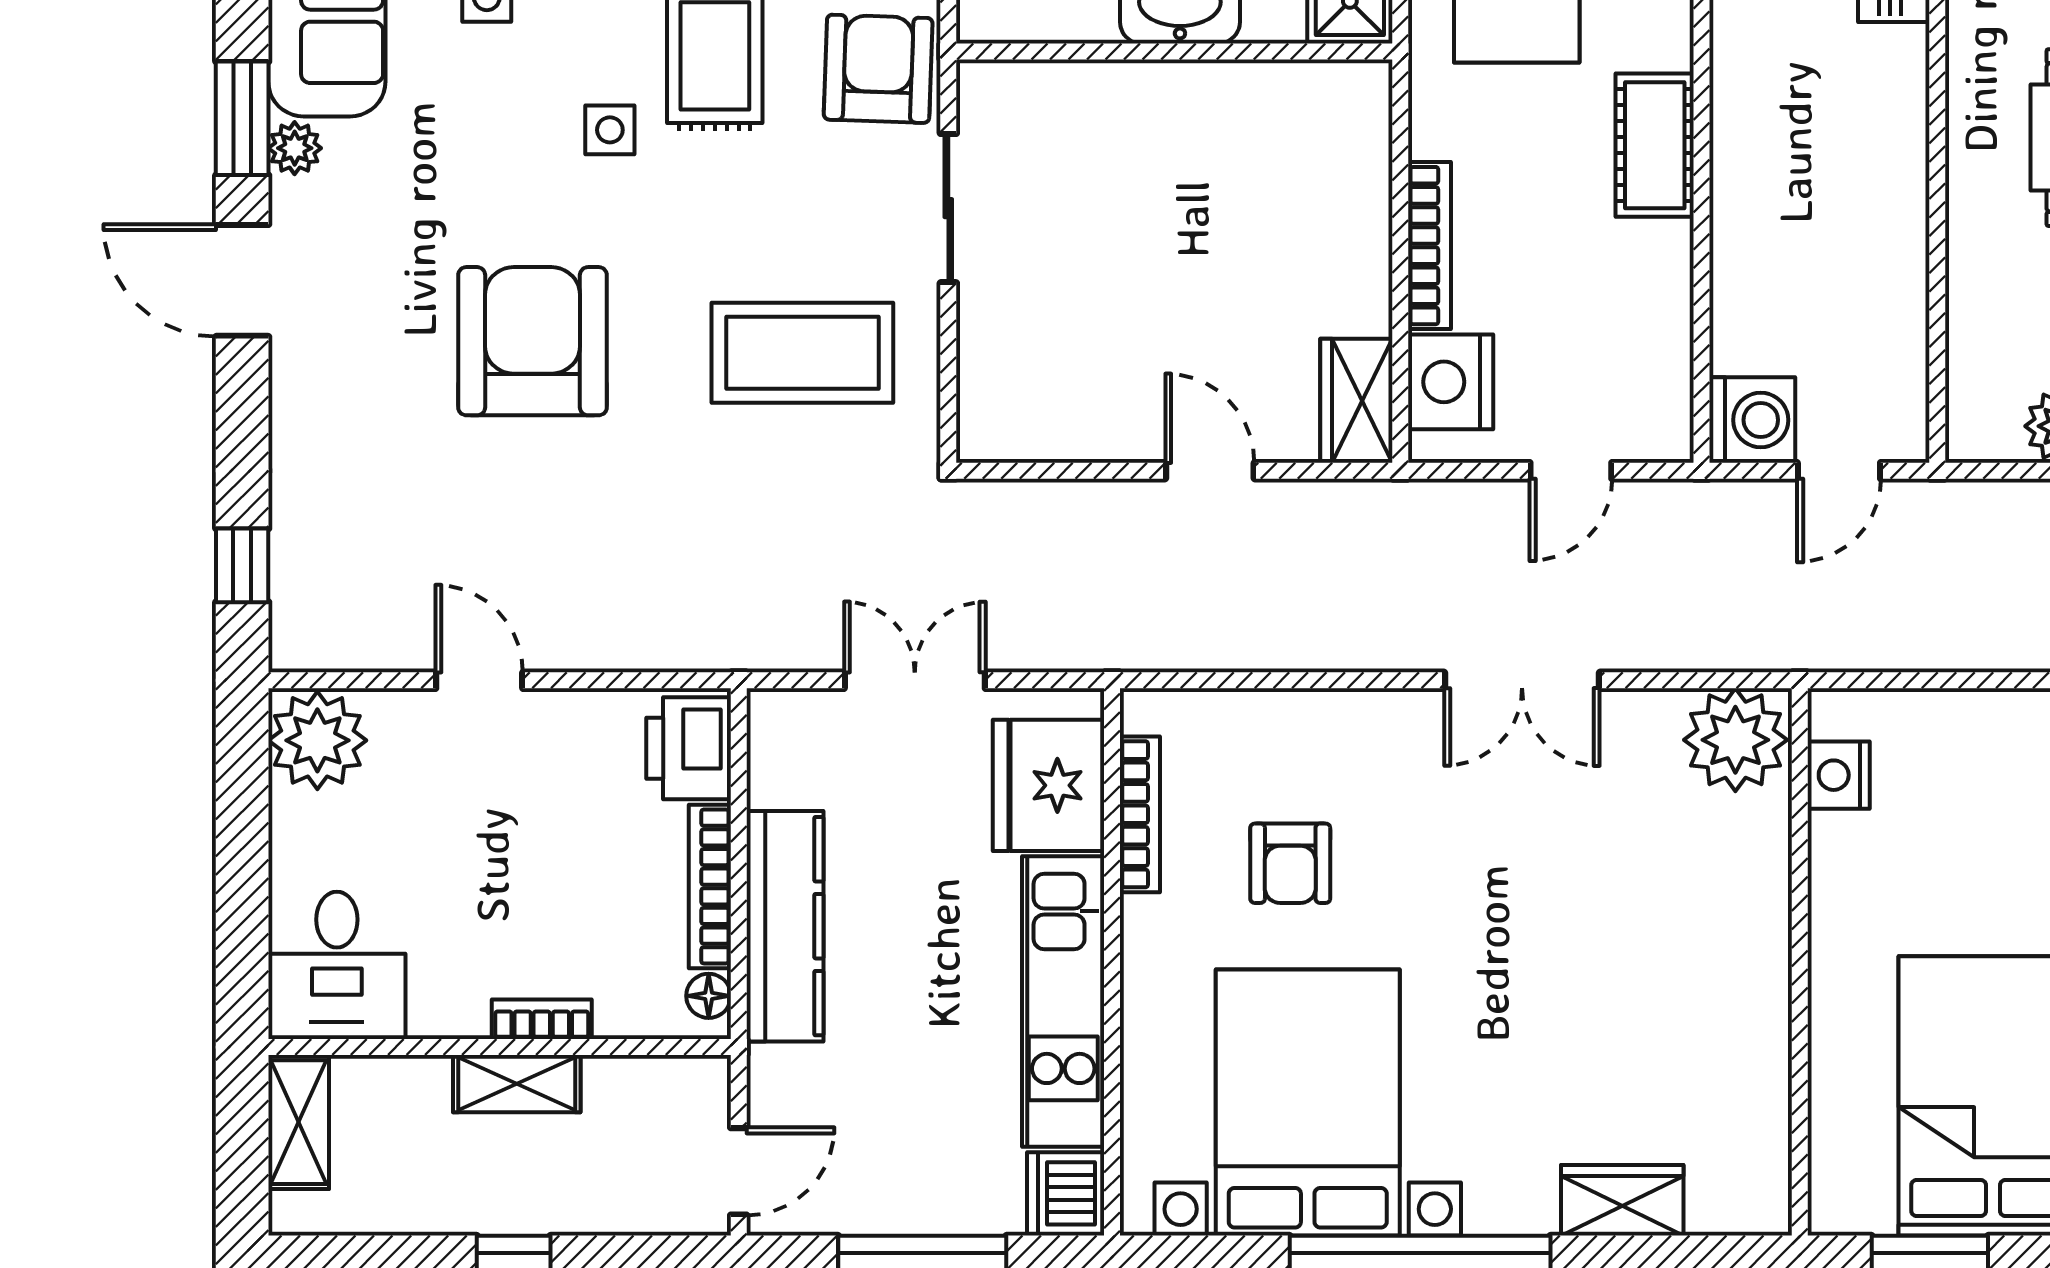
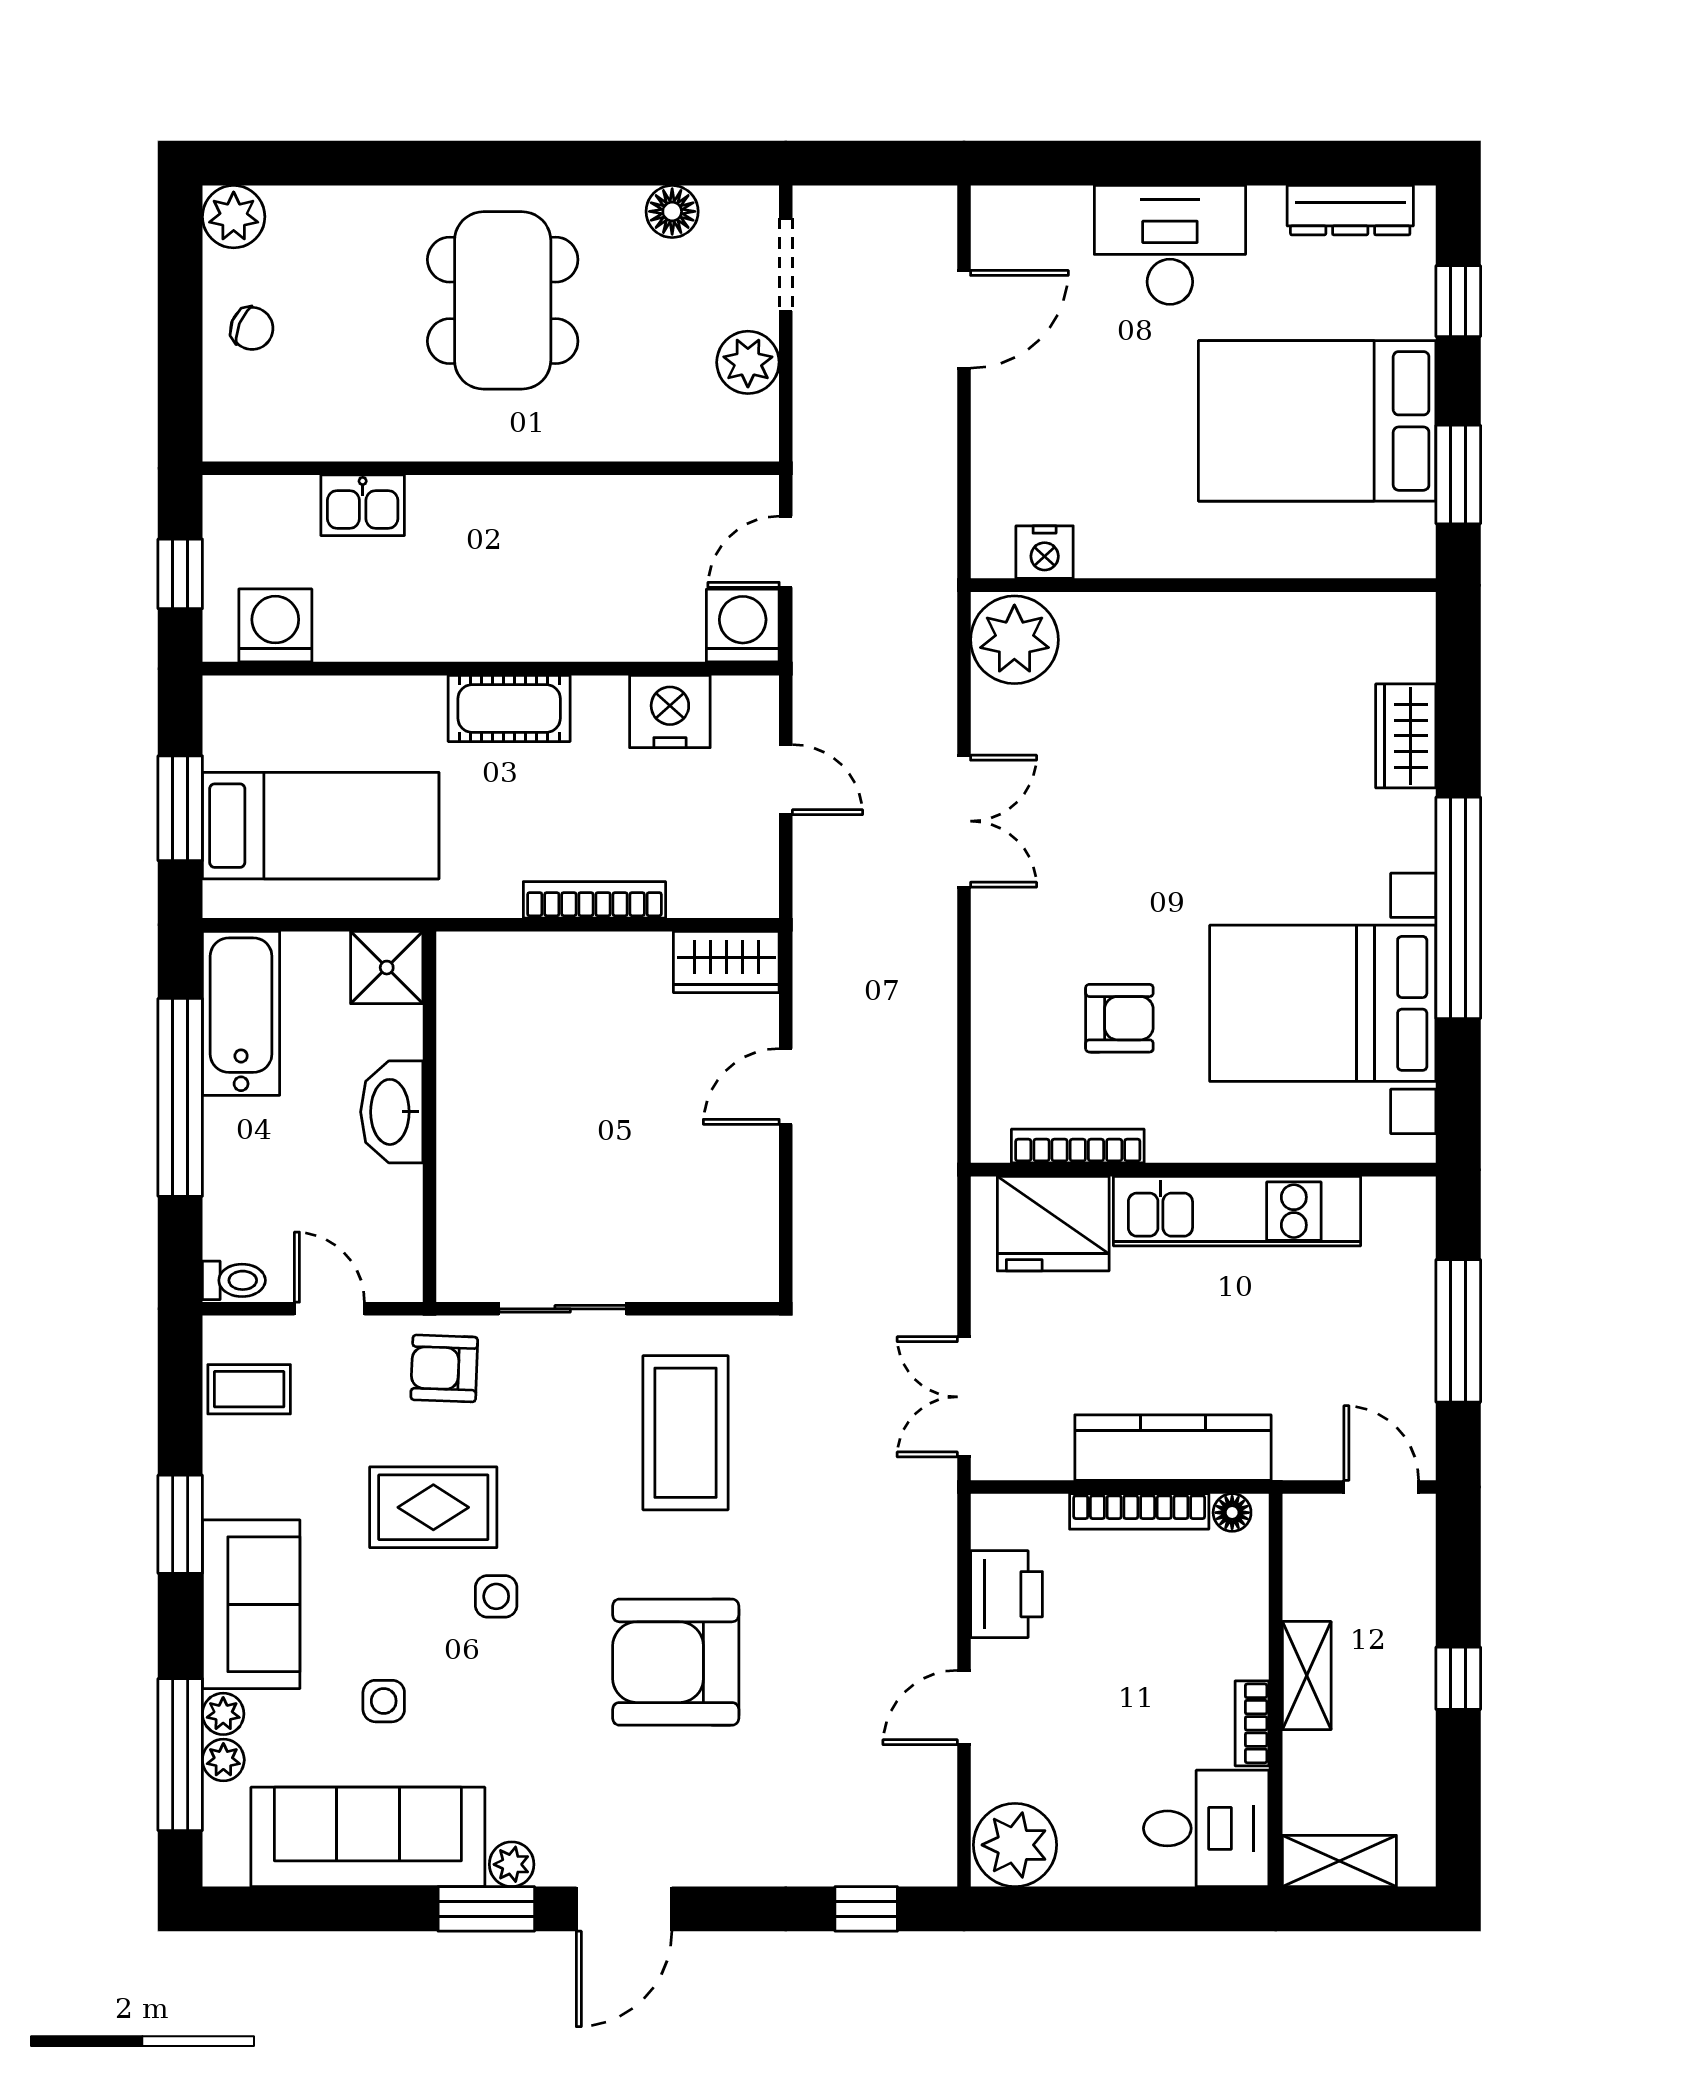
armchair: (878, 69) -> (444, 1368), width x0.72, depth x0.72
nightstand: (1451, 382) -> (670, 711), moved, turned 180
door: (1839, 471) -> (786, 552), swing flipped
double door: (915, 680) -> (964, 1397), moved
printer: (689, 748) -> (1007, 1594), moved, turned -90
bookcase: (542, 1019) -> (1252, 1723), moved
dishwasher: (1066, 1193) -> (1400, 1209), removed

